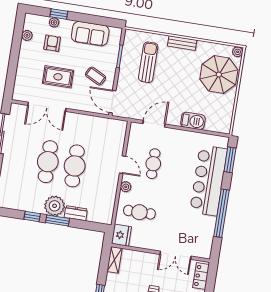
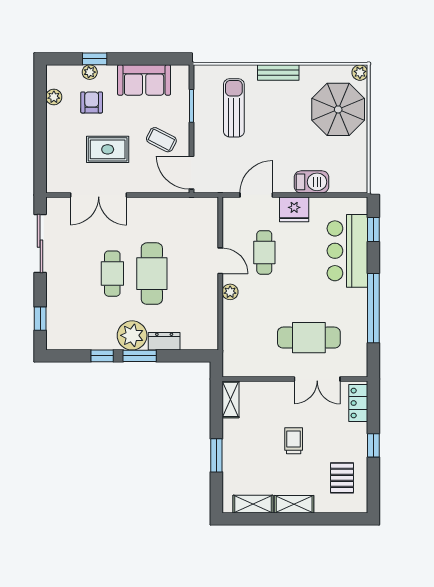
window: (230, 160) -> (373, 229), width x0.67
cafe table: (48, 162) -> (112, 274), width x0.73, depth x0.74
bar counter: (209, 180) -> (347, 251), width x0.73
cafe table: (139, 212) -> (309, 338), moved, width x1.37, depth x1.35
fridge: (121, 235) -> (294, 209), moved, turned 90

